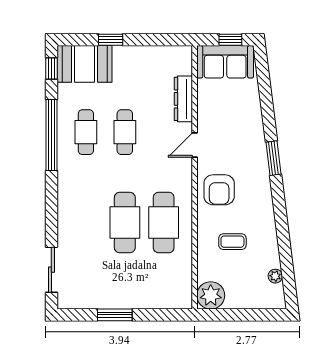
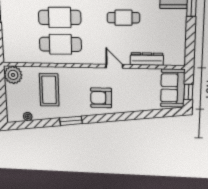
window: (273, 158) -> (71, 121), moved
armchair: (219, 190) -> (101, 98), moved
coffee table: (232, 242) -> (49, 90), width x1.86, depth x1.72

